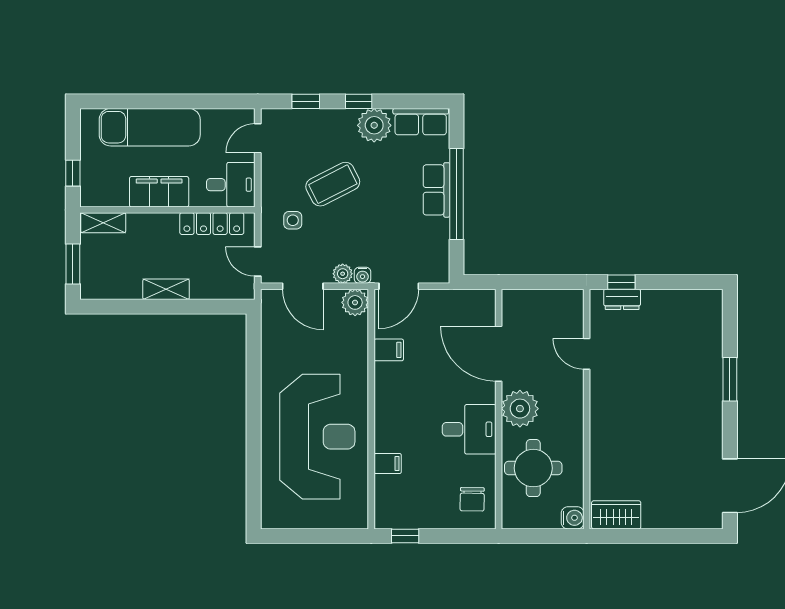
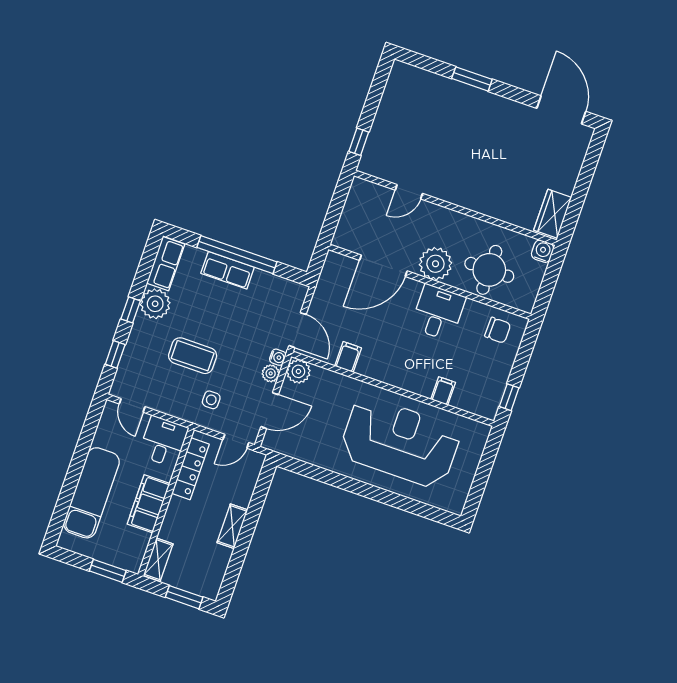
window: (73, 173) -> (108, 571), width x1.50
coffee table: (333, 184) -> (193, 356), turned -63
dresser: (622, 299) -> (373, 146), removed

